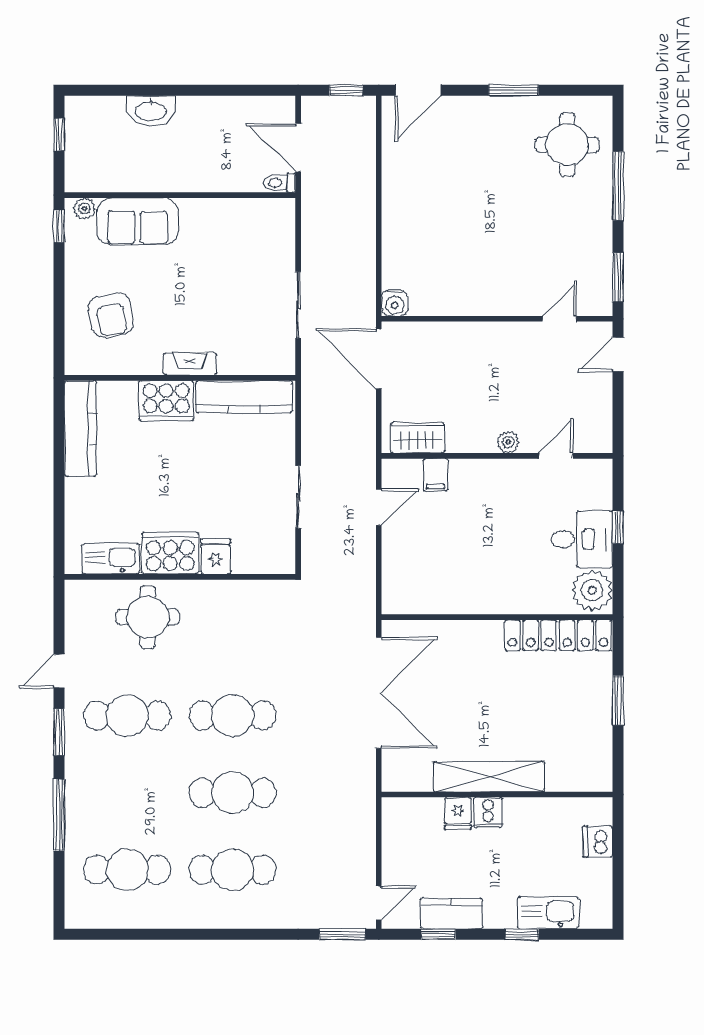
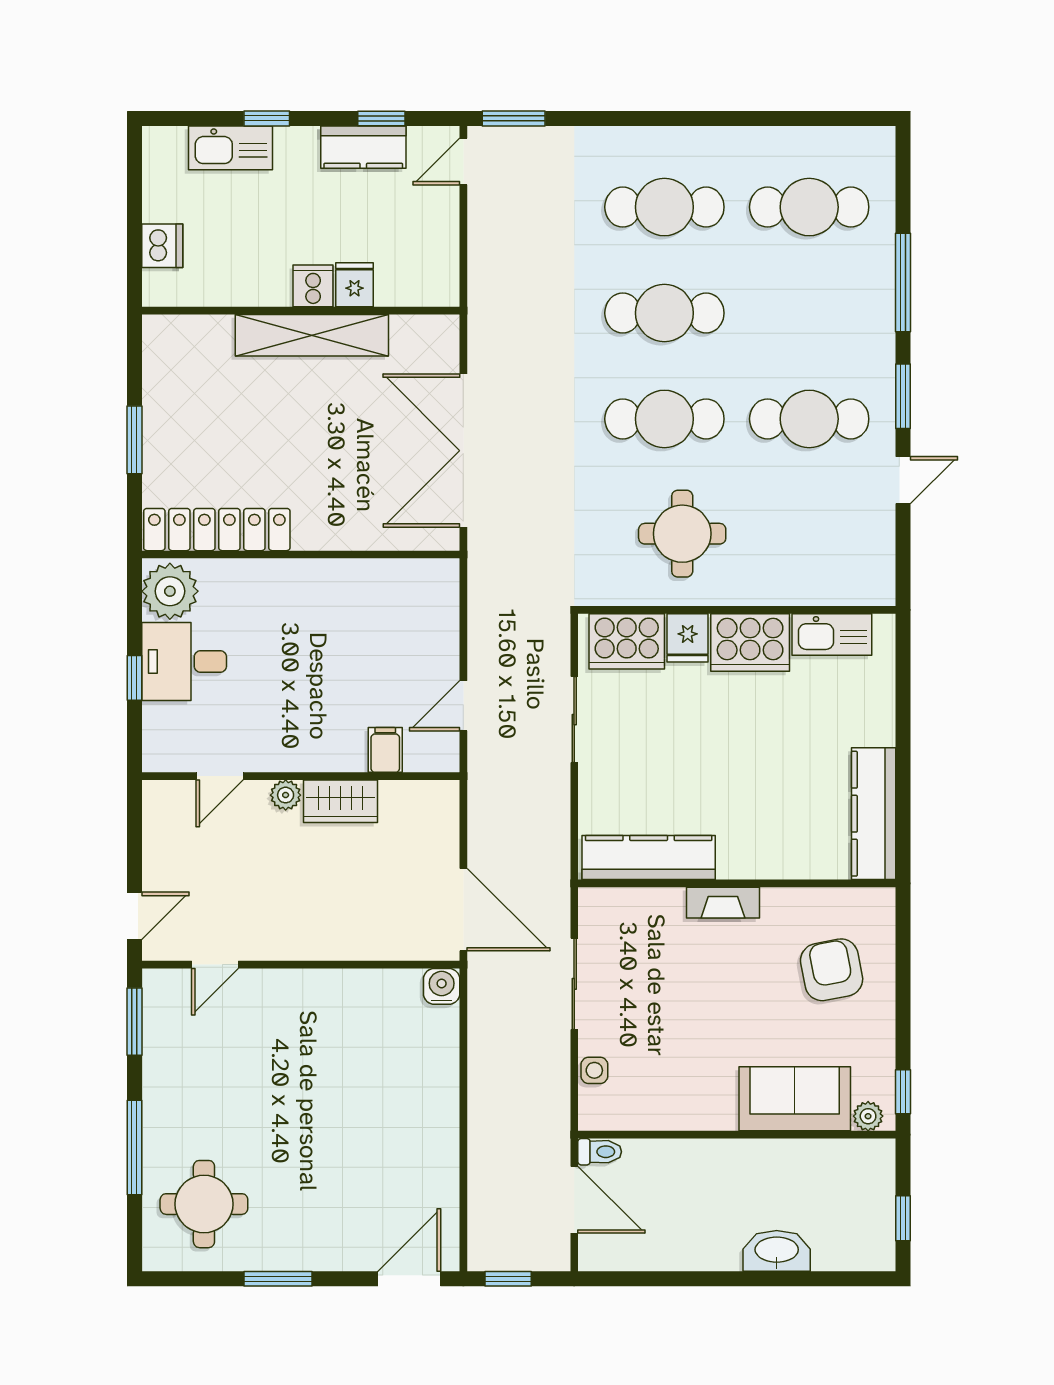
side table: (283, 242) -> (594, 1070), added
cooker: (166, 401) -> (627, 641), moved, turned 180
wardrobe: (417, 438) -> (340, 801), moved
round table: (148, 617) -> (682, 534), moved

